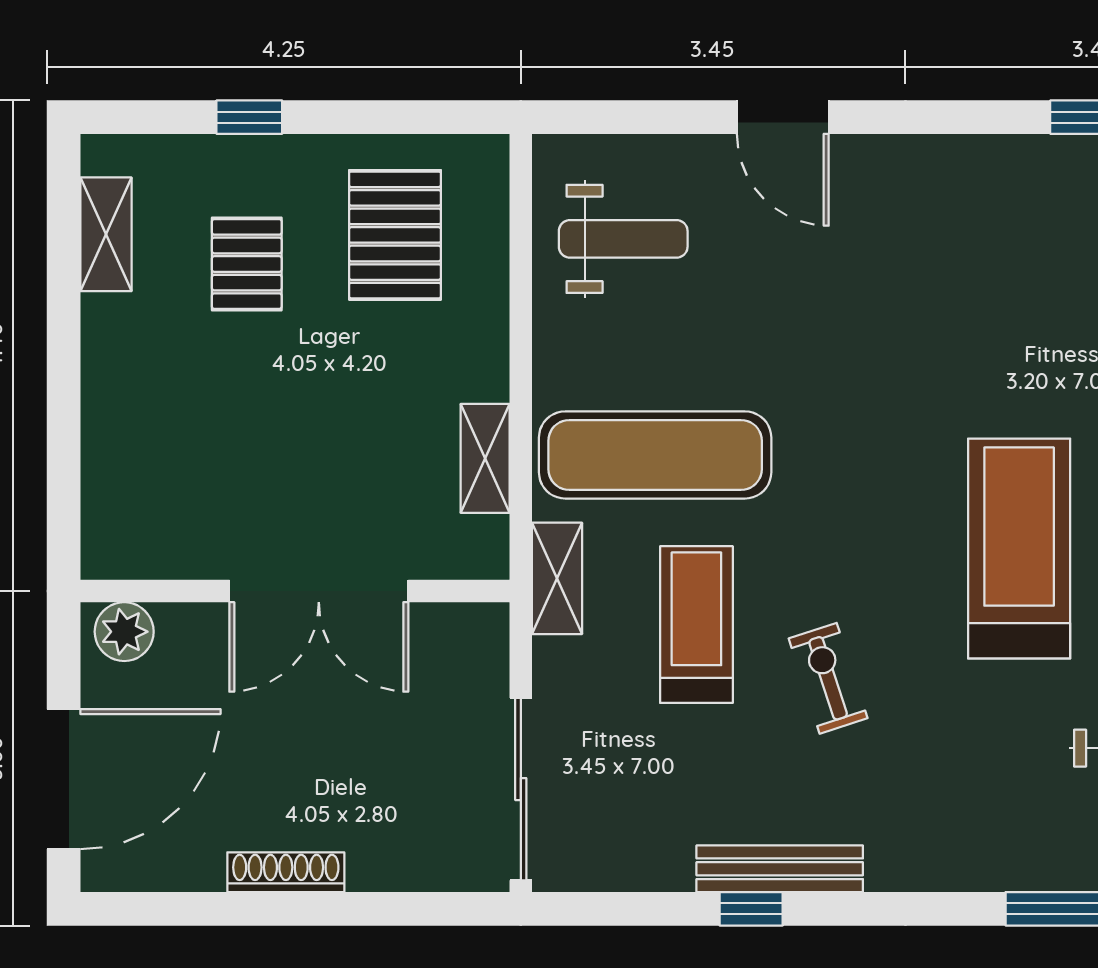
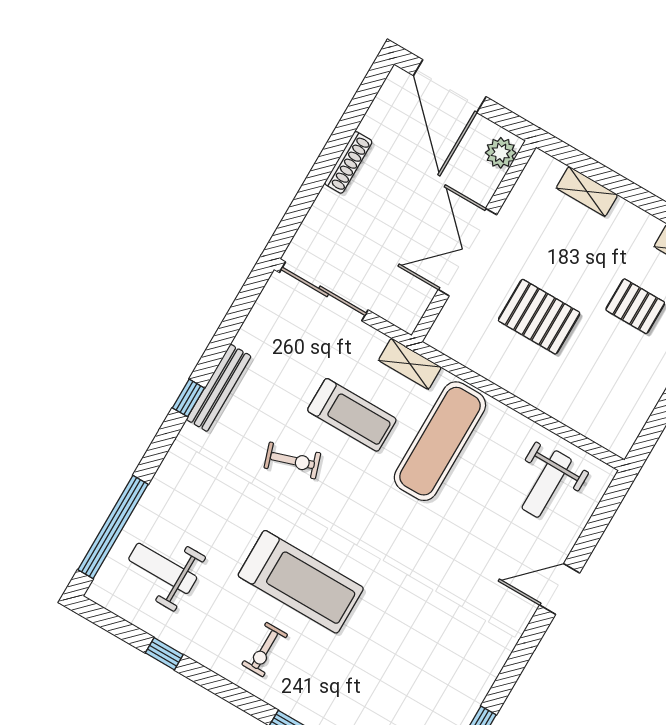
pallet: (395, 235) -> (539, 317), moved
shelving: (485, 458) -> (587, 191), moved
window: (751, 909) -> (188, 398), moved

